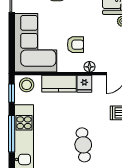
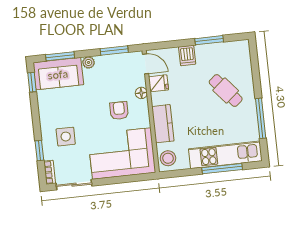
fridge: (84, 84) -> (159, 83), moved
window: (12, 93) -> (179, 173), removed
cafe table: (83, 145) -> (226, 91), turned 56

